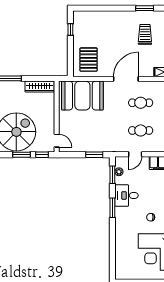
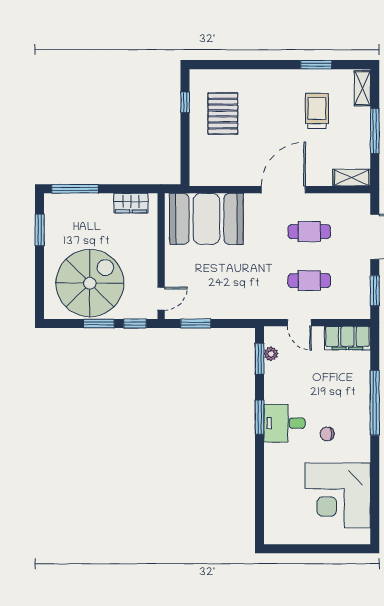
pallet: (89, 60) -> (223, 114), moved
wardrobe: (40, 87) -> (131, 203), width x0.67
door: (57, 141) -> (161, 299), hinge flipped
door: (135, 154) -> (299, 323), hinge flipped
window: (94, 155) -> (196, 324), moved
desk: (127, 195) -> (284, 423), moved

